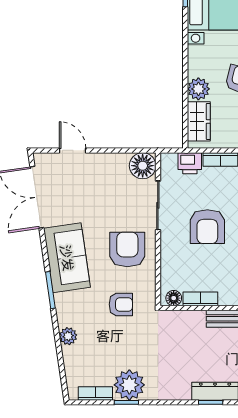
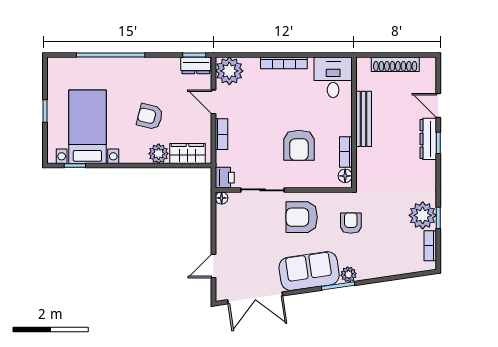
printer: (190, 163) -> (225, 178), moved
floor lamp: (143, 166) -> (222, 198), width x0.53, depth x0.53
armchair: (207, 227) -> (299, 145), moved, turned 90
plant: (68, 336) -> (349, 274), moved

